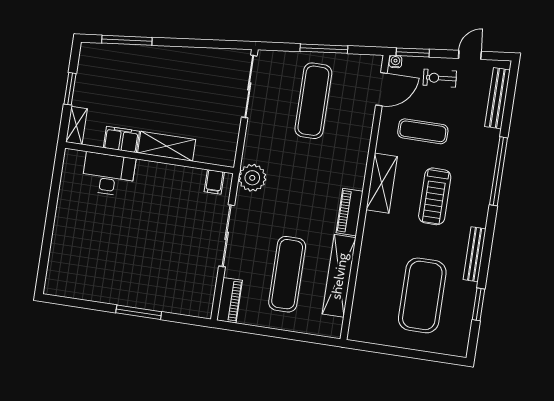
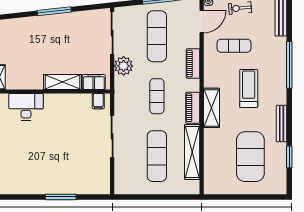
window: (127, 40) -> (54, 11), moved
filing cabinet: (121, 139) -> (94, 82), moved
plant: (252, 178) -> (124, 66), moved
shelving: (382, 183) -> (211, 108), moved
exercise mat: (300, 187) -> (157, 96), added
treadmill: (435, 196) -> (249, 88), turned 180
piano: (230, 300) -> (193, 63), moved, turned 180

